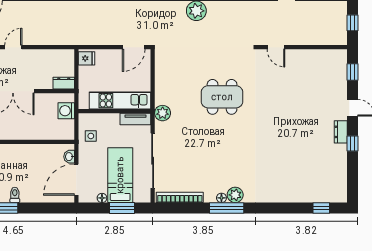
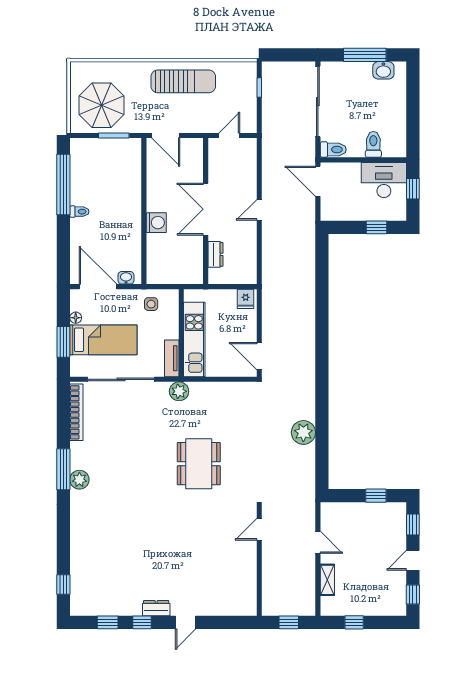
door: (13, 47) -> (259, 210), swing flipped
window: (352, 72) -> (108, 622), moved
dresser: (64, 83) -> (215, 254), moved
washing machine: (66, 111) -> (156, 223), moved, turned 90
floor lamp: (221, 198) -> (76, 463), removed

